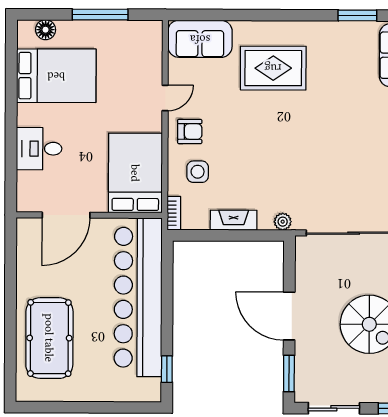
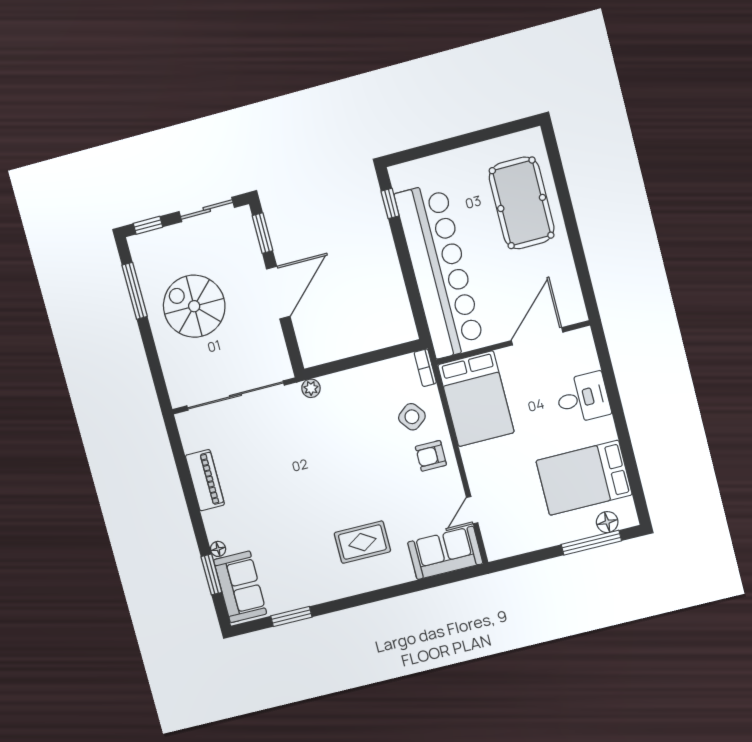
window: (100, 15) -> (591, 543), moved
rug: (273, 68) -> (362, 542), width x0.73, depth x0.70
door: (165, 98) -> (472, 510), moved
side table: (198, 172) -> (412, 417), turned -38
fireplace: (234, 220) -> (362, 377), removed
door: (289, 316) -> (278, 293), hinge flipped

